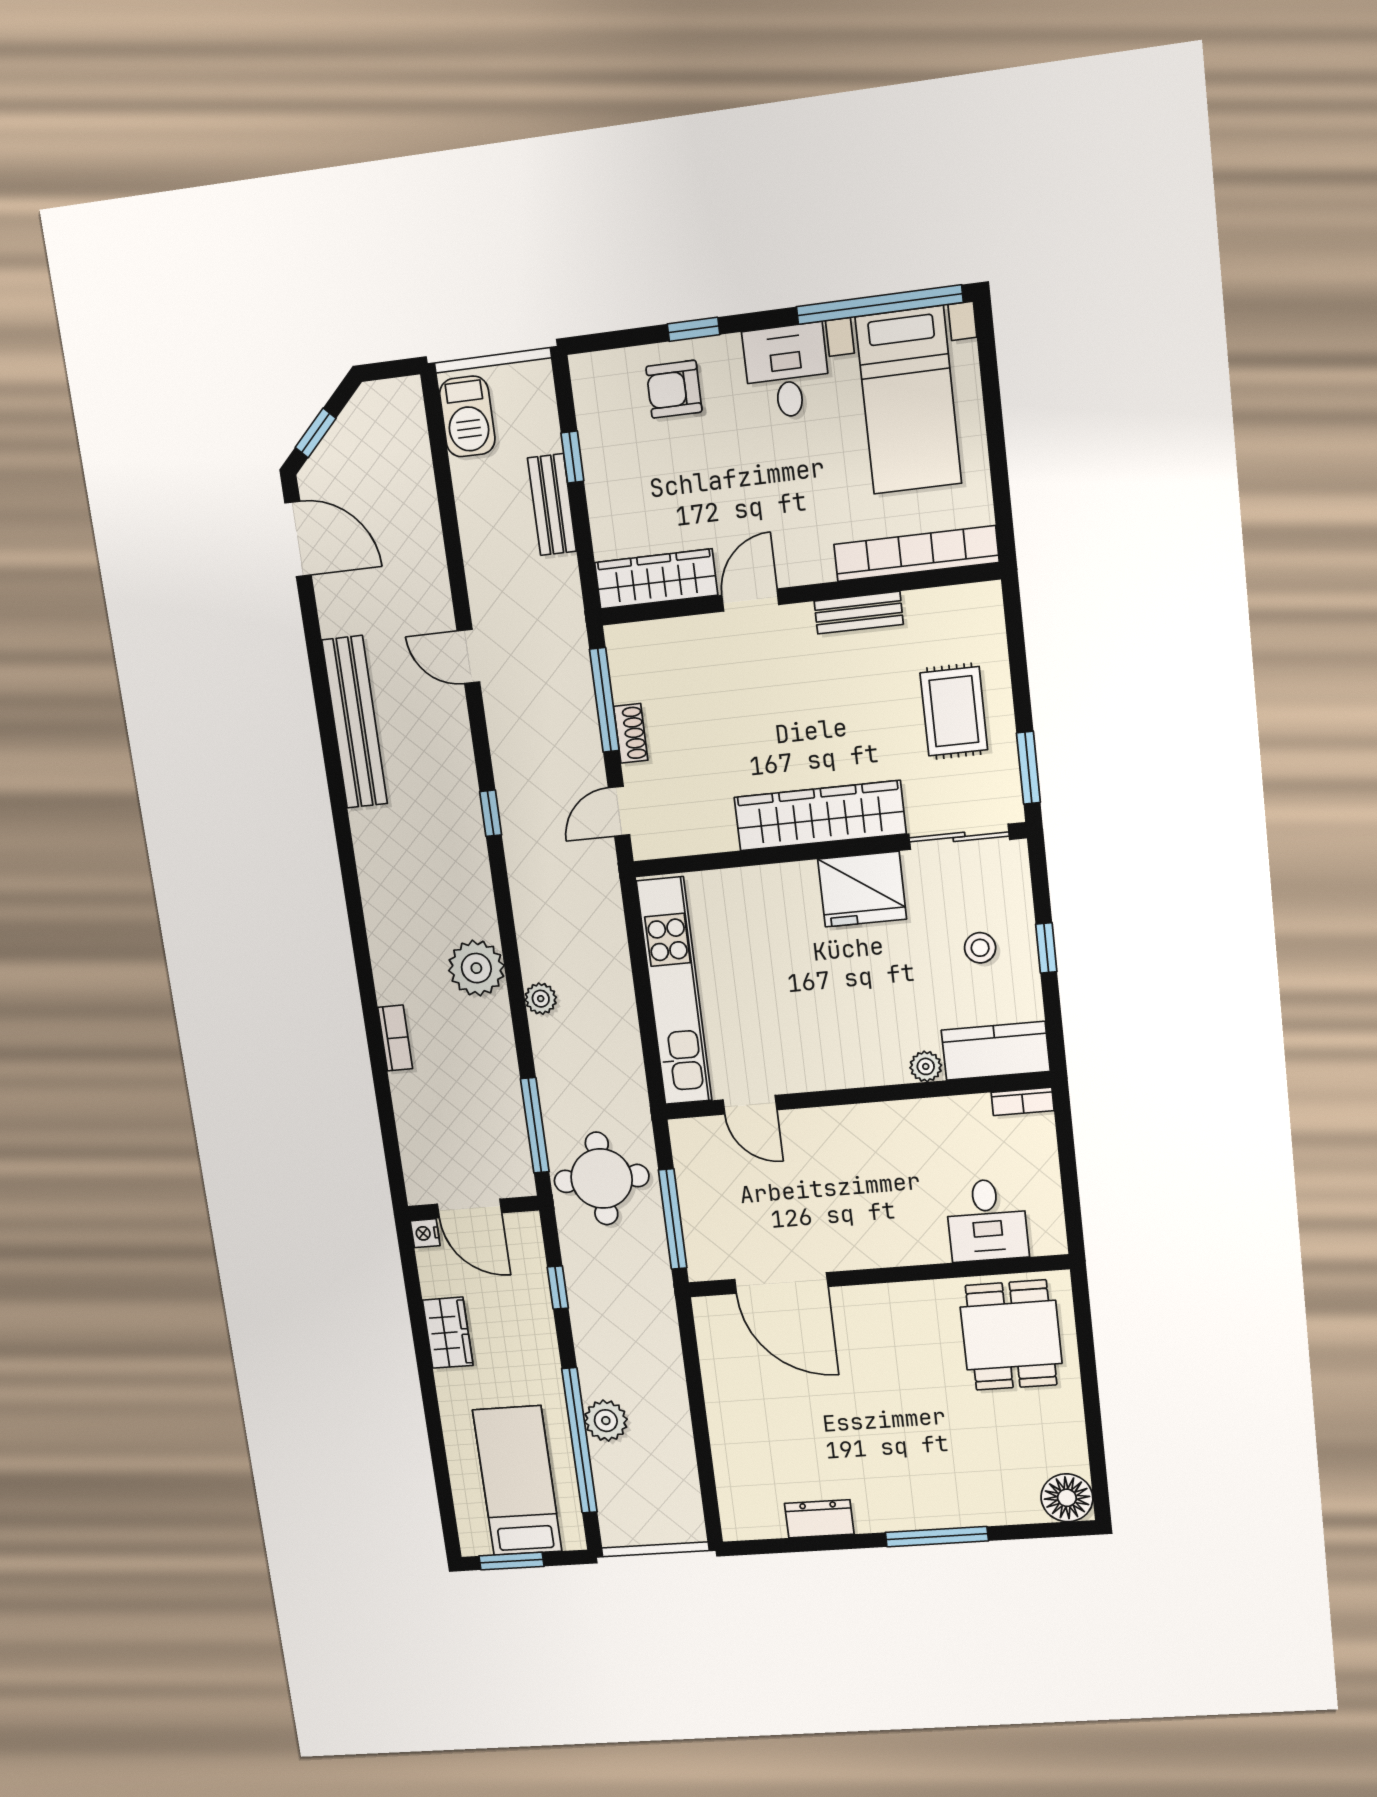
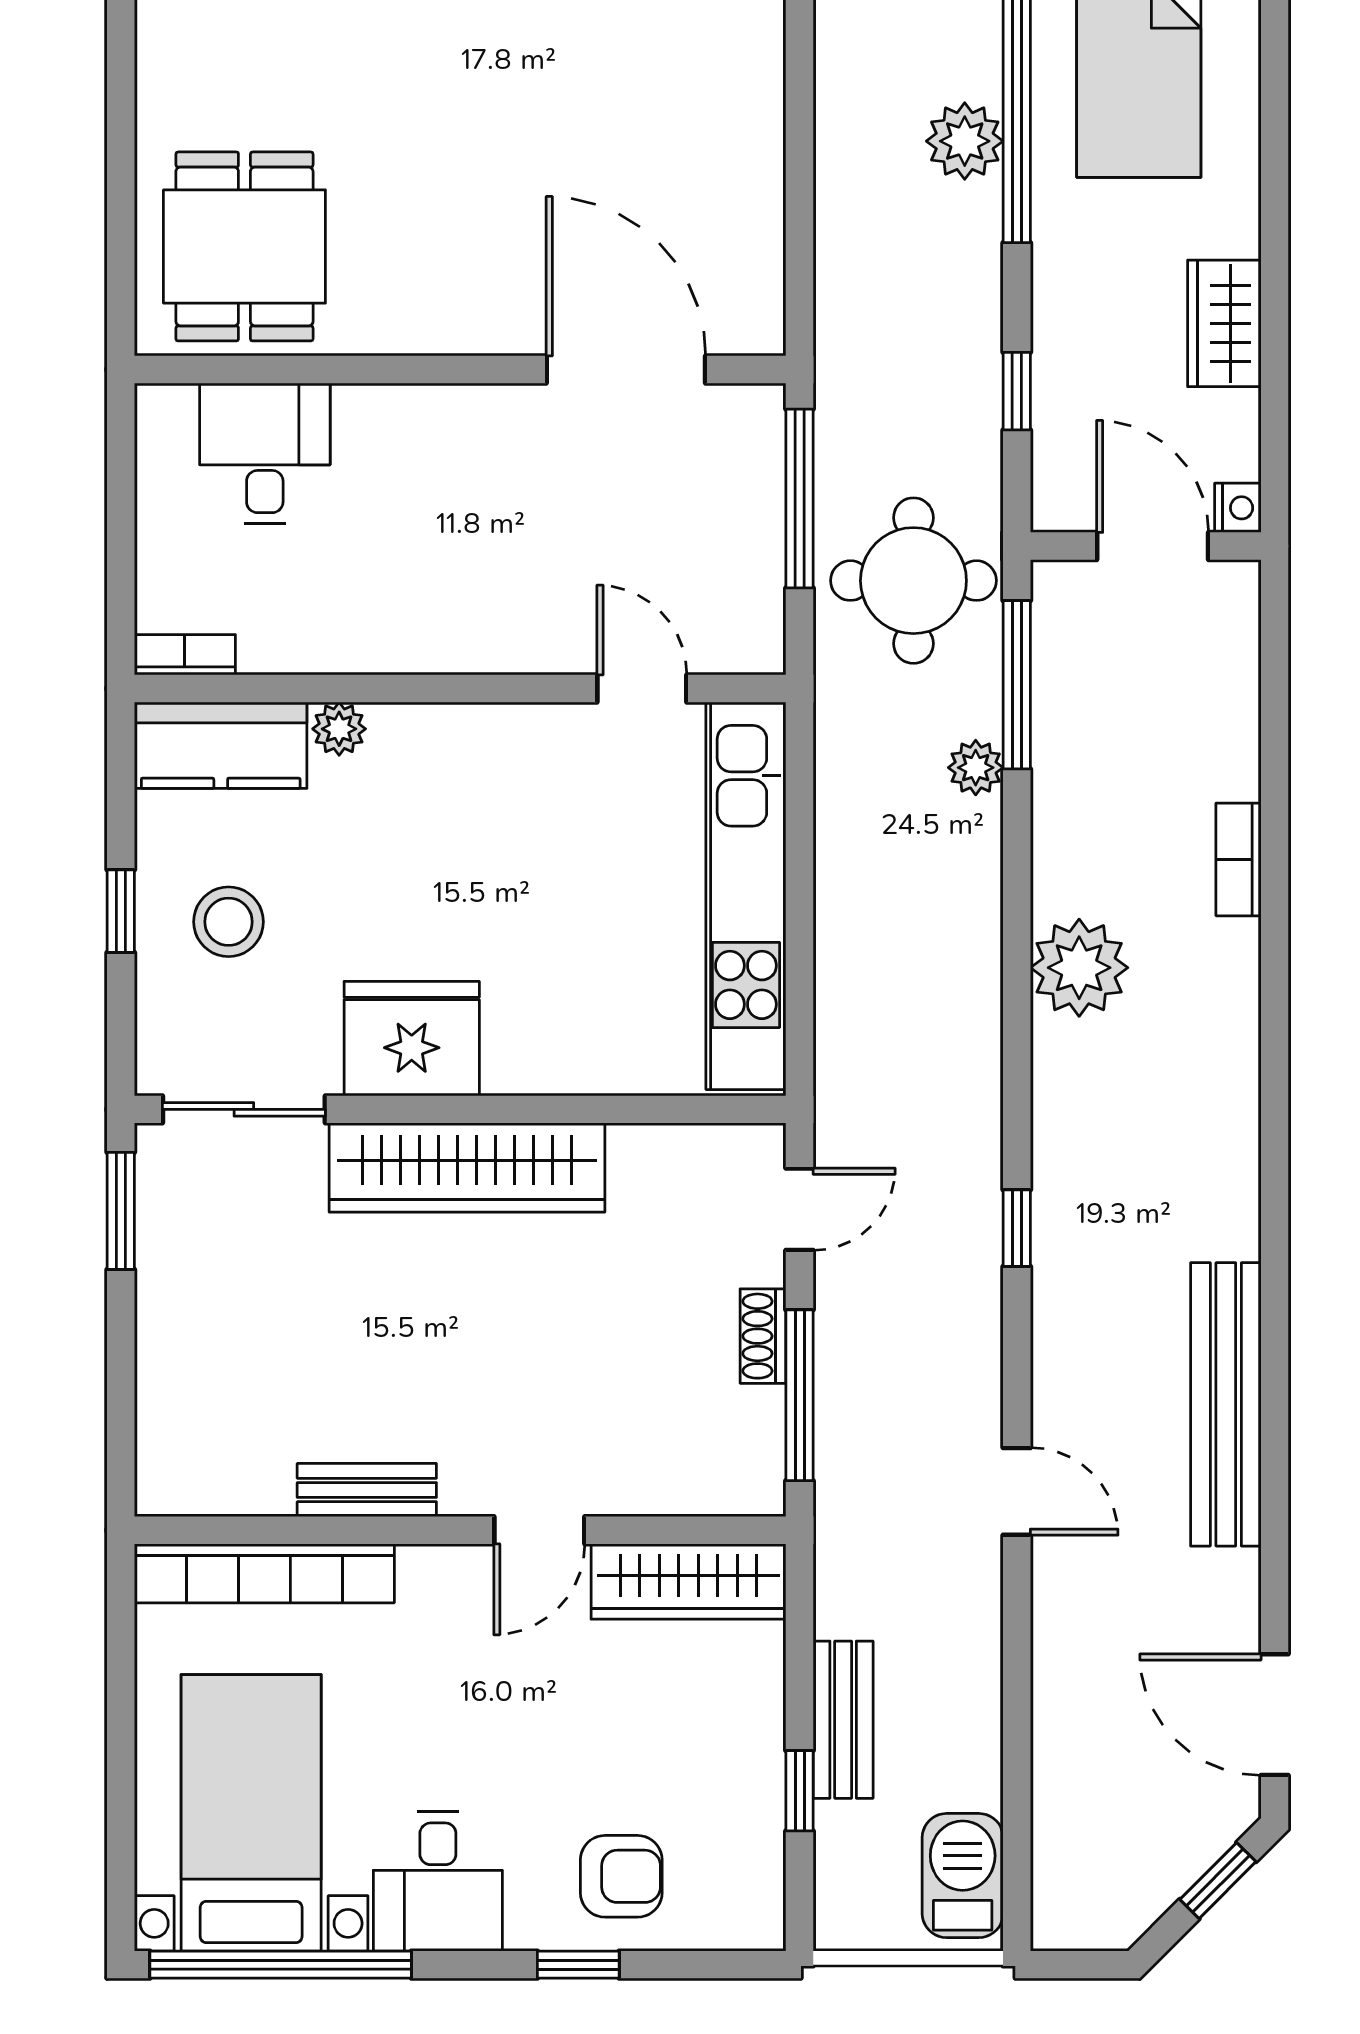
rug: (954, 711) -> (231, 1315), removed
stool: (980, 948) -> (229, 922), width x1.37, depth x1.37
plant: (541, 999) -> (976, 768), moved

